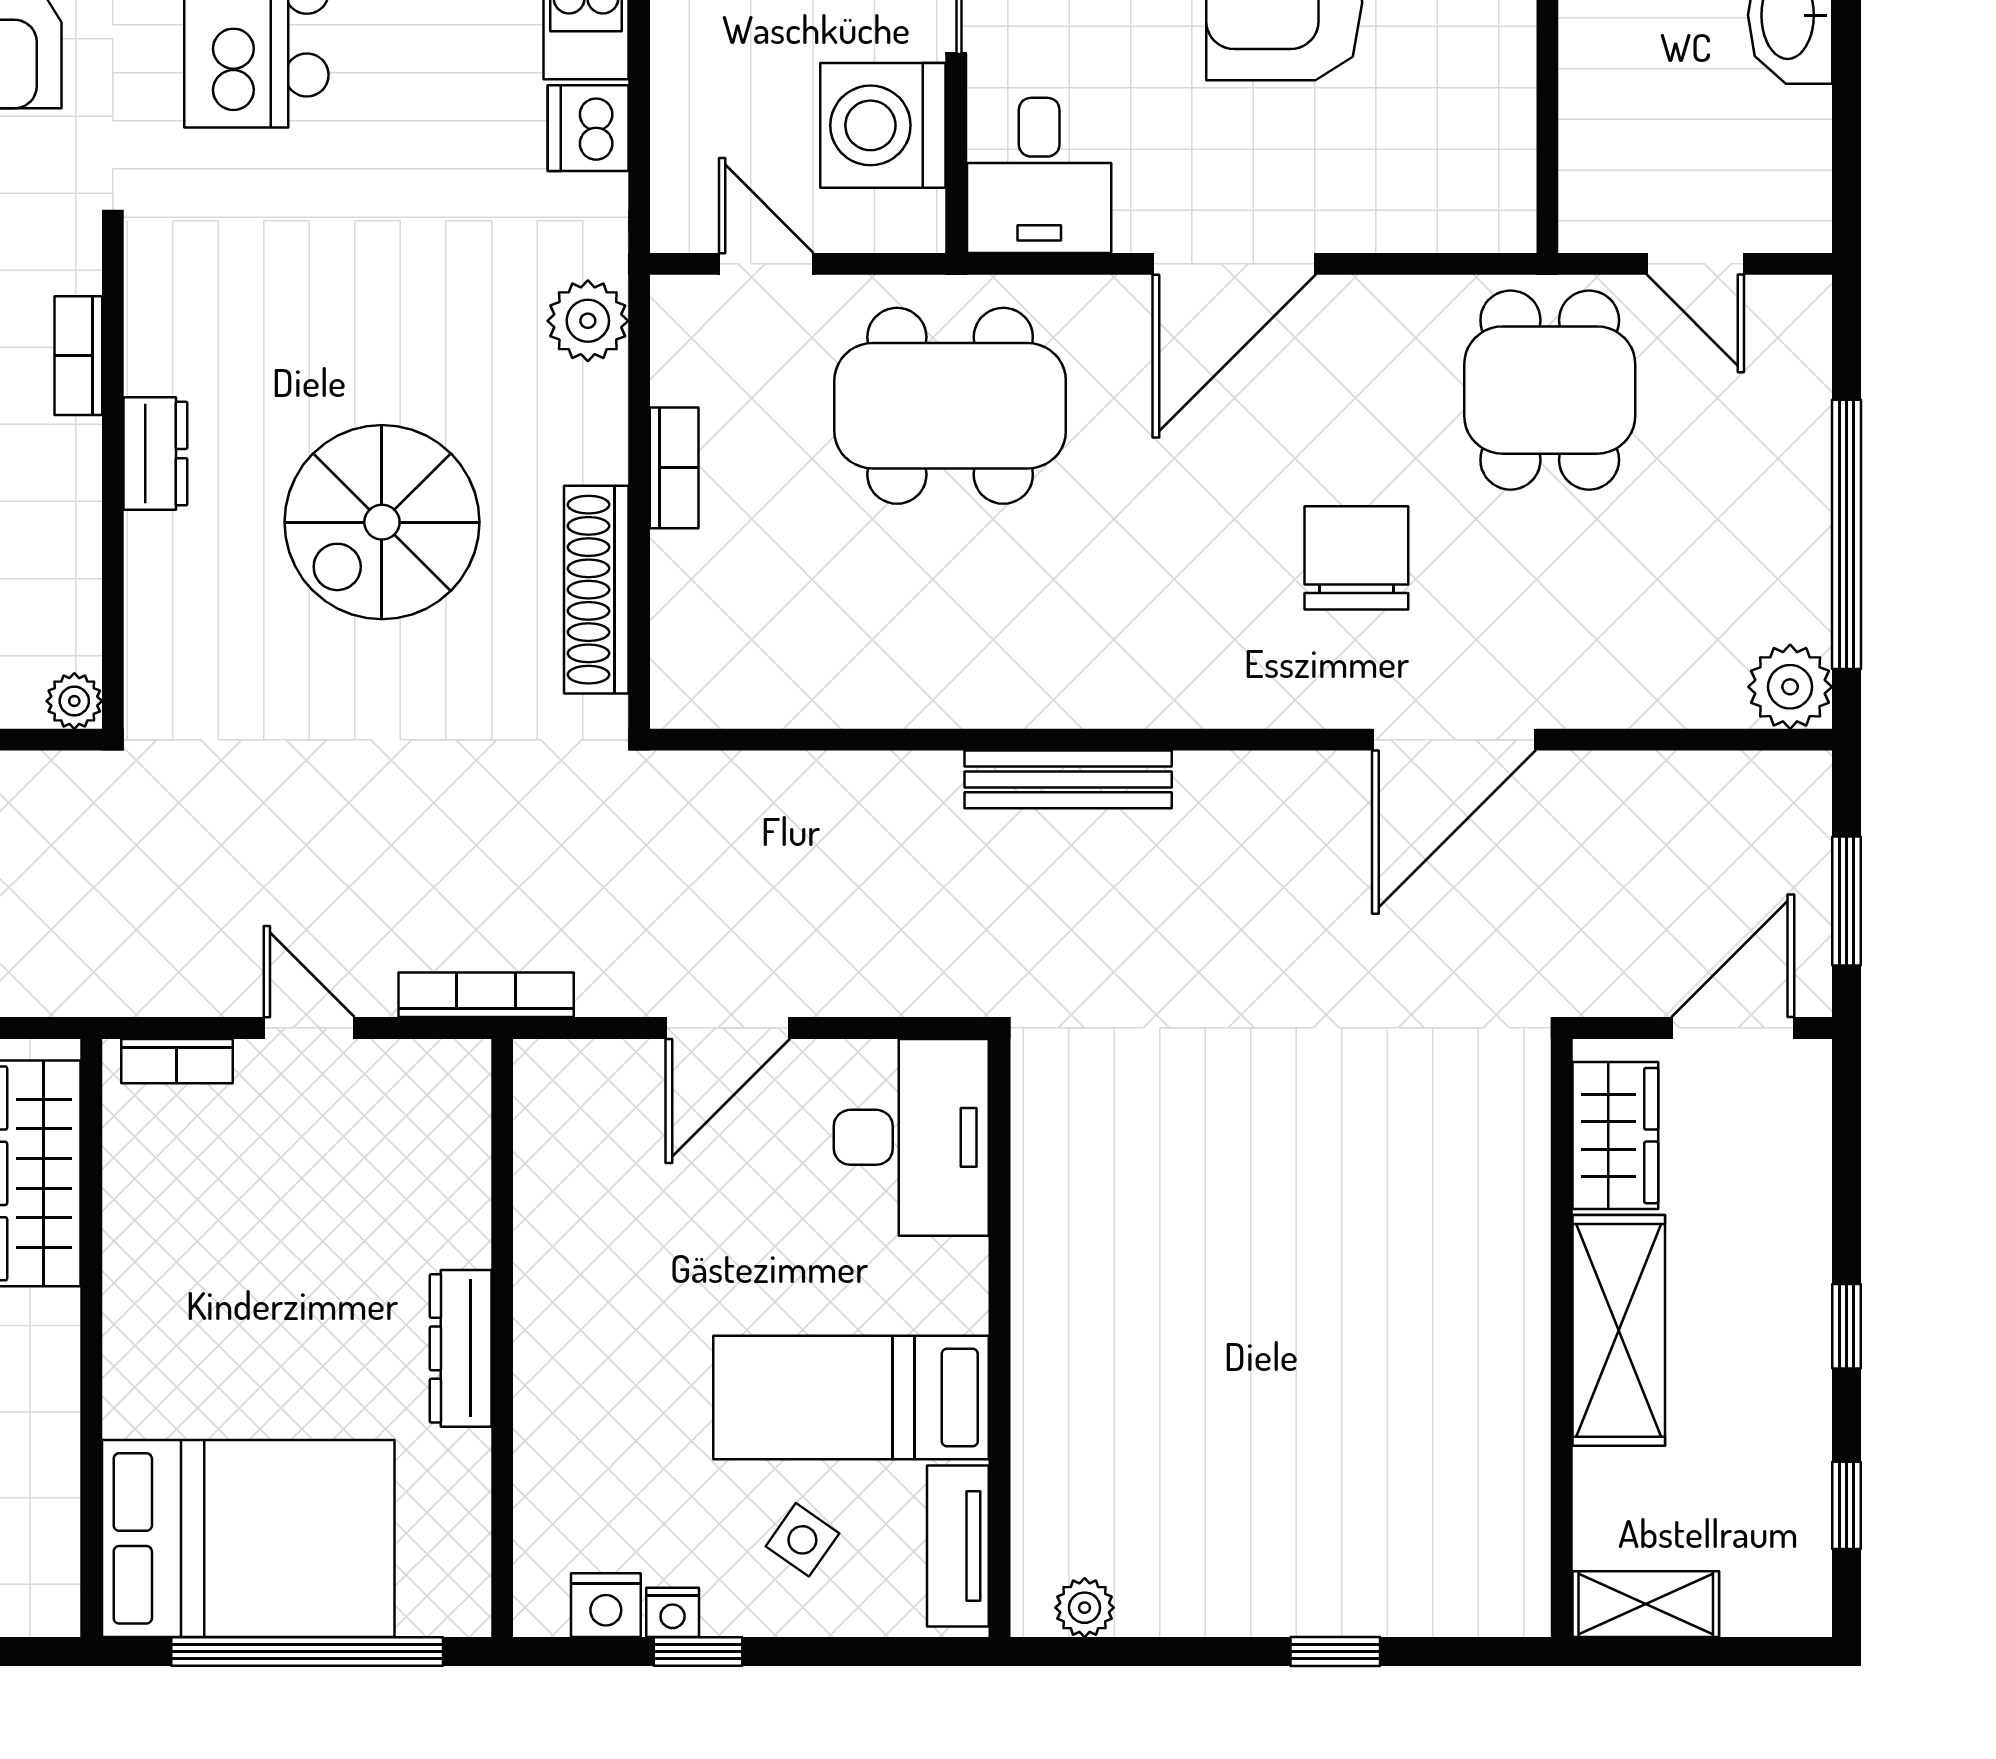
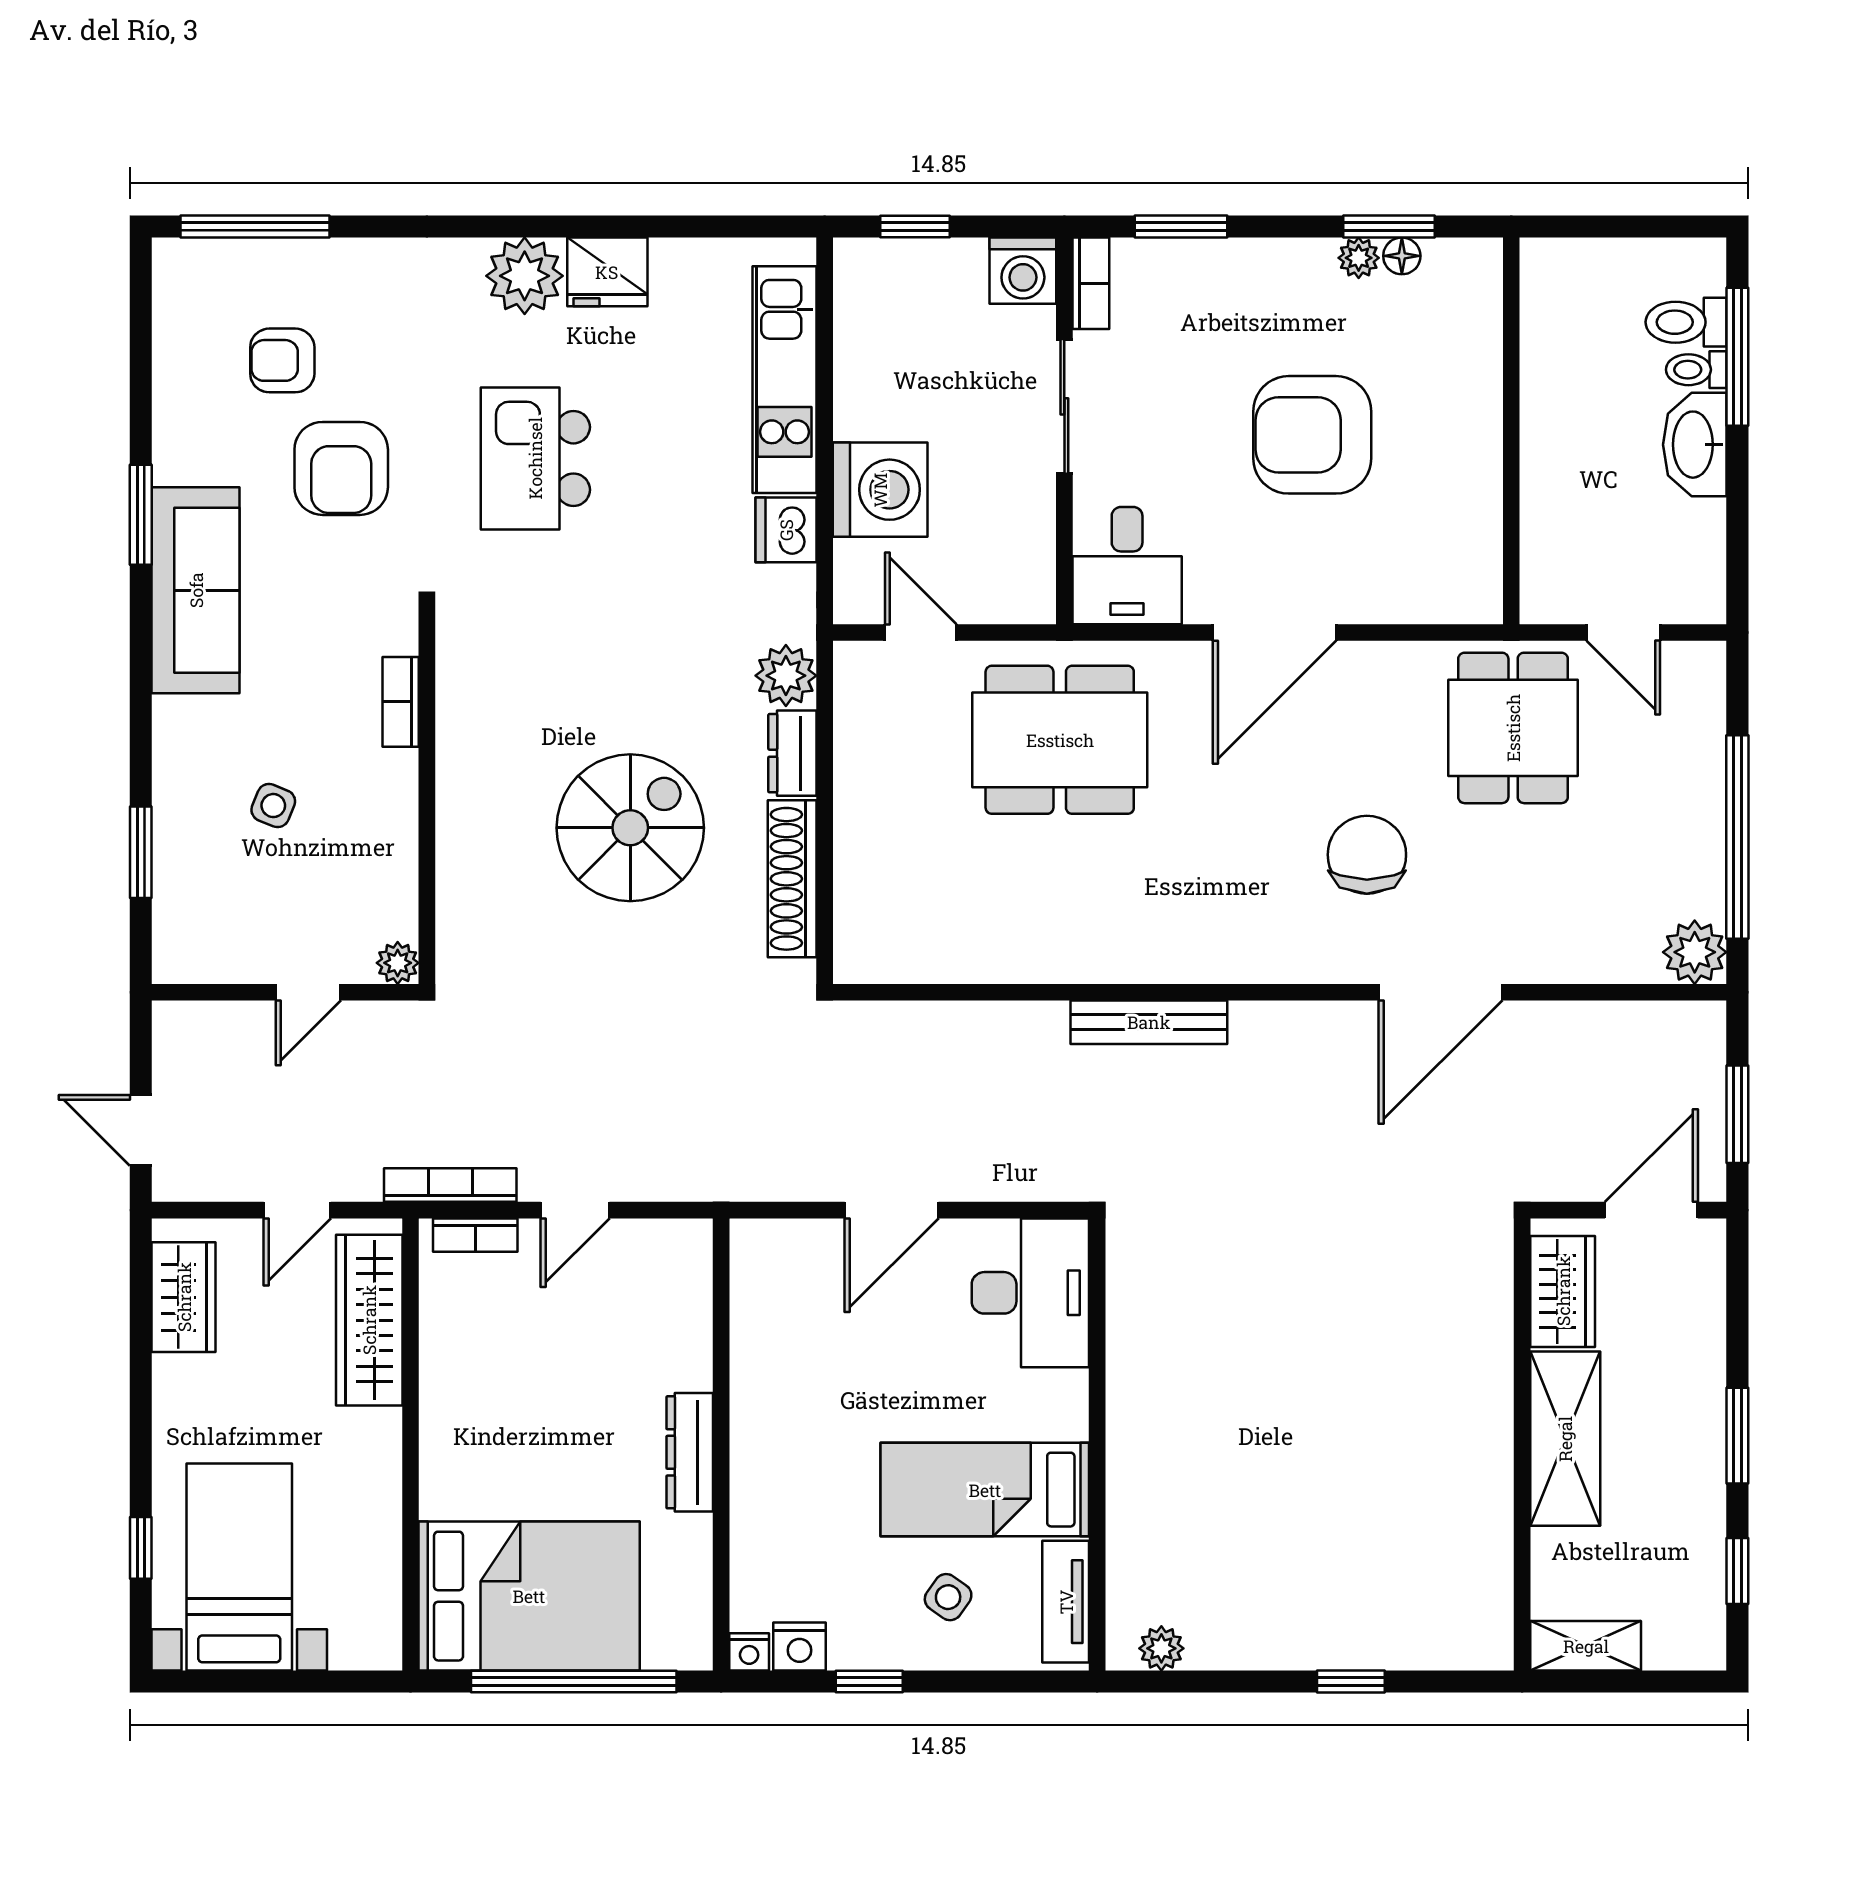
washing machine: (883, 125) -> (880, 490), moved, turned 180
dresser: (155, 454) -> (792, 753), moved, turned 180
bookcase: (674, 468) -> (851, 787), removed
spiral stairs: (382, 522) -> (630, 828), turned 180
bookcase: (486, 995) -> (450, 1185), moved
door: (309, 1028) -> (575, 1210), swing flipped
window: (1847, 1326) -> (1737, 1436), width x1.50
nightstand: (673, 1612) -> (749, 1652), moved

